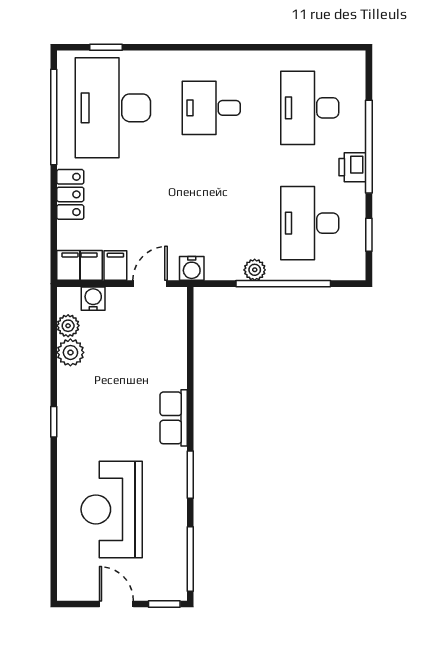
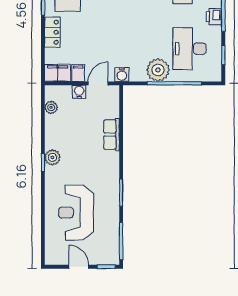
plant: (255, 270) -> (158, 70), width x1.87, depth x1.87
water cooler: (93, 299) -> (79, 92), moved
plant: (70, 352) -> (52, 157), moved
row of seats: (174, 418) -> (112, 135), moved

